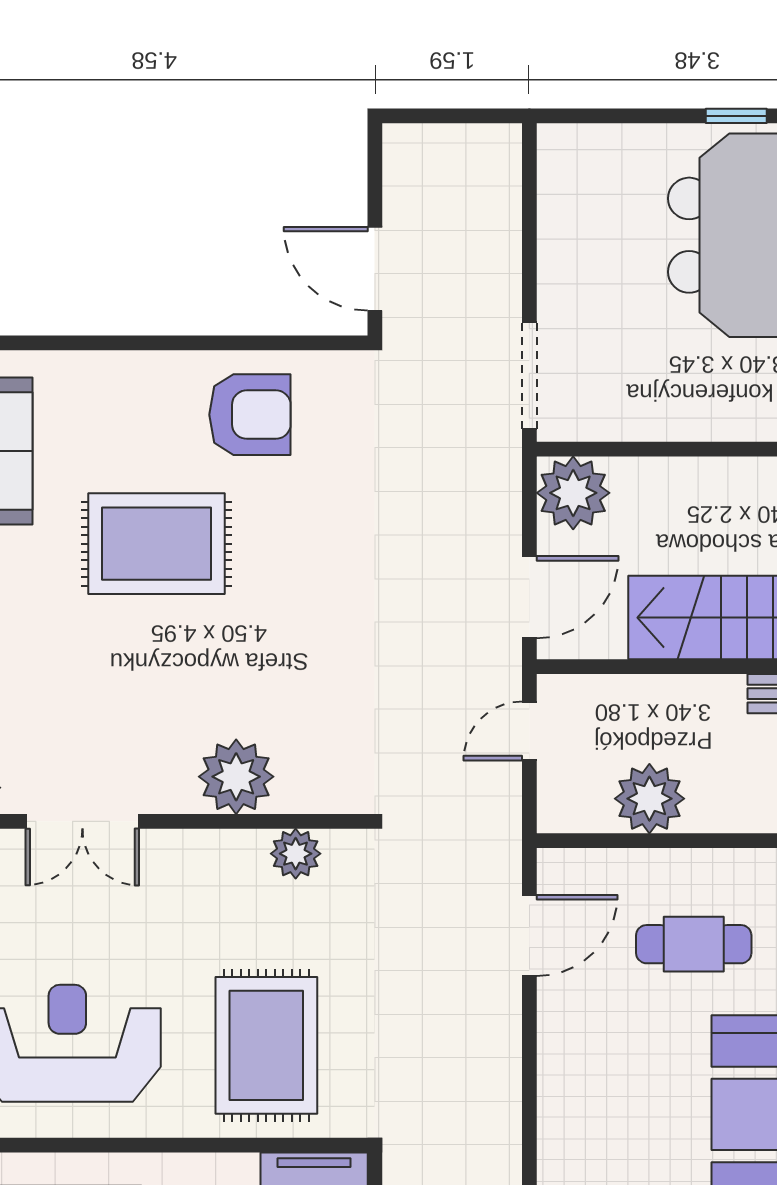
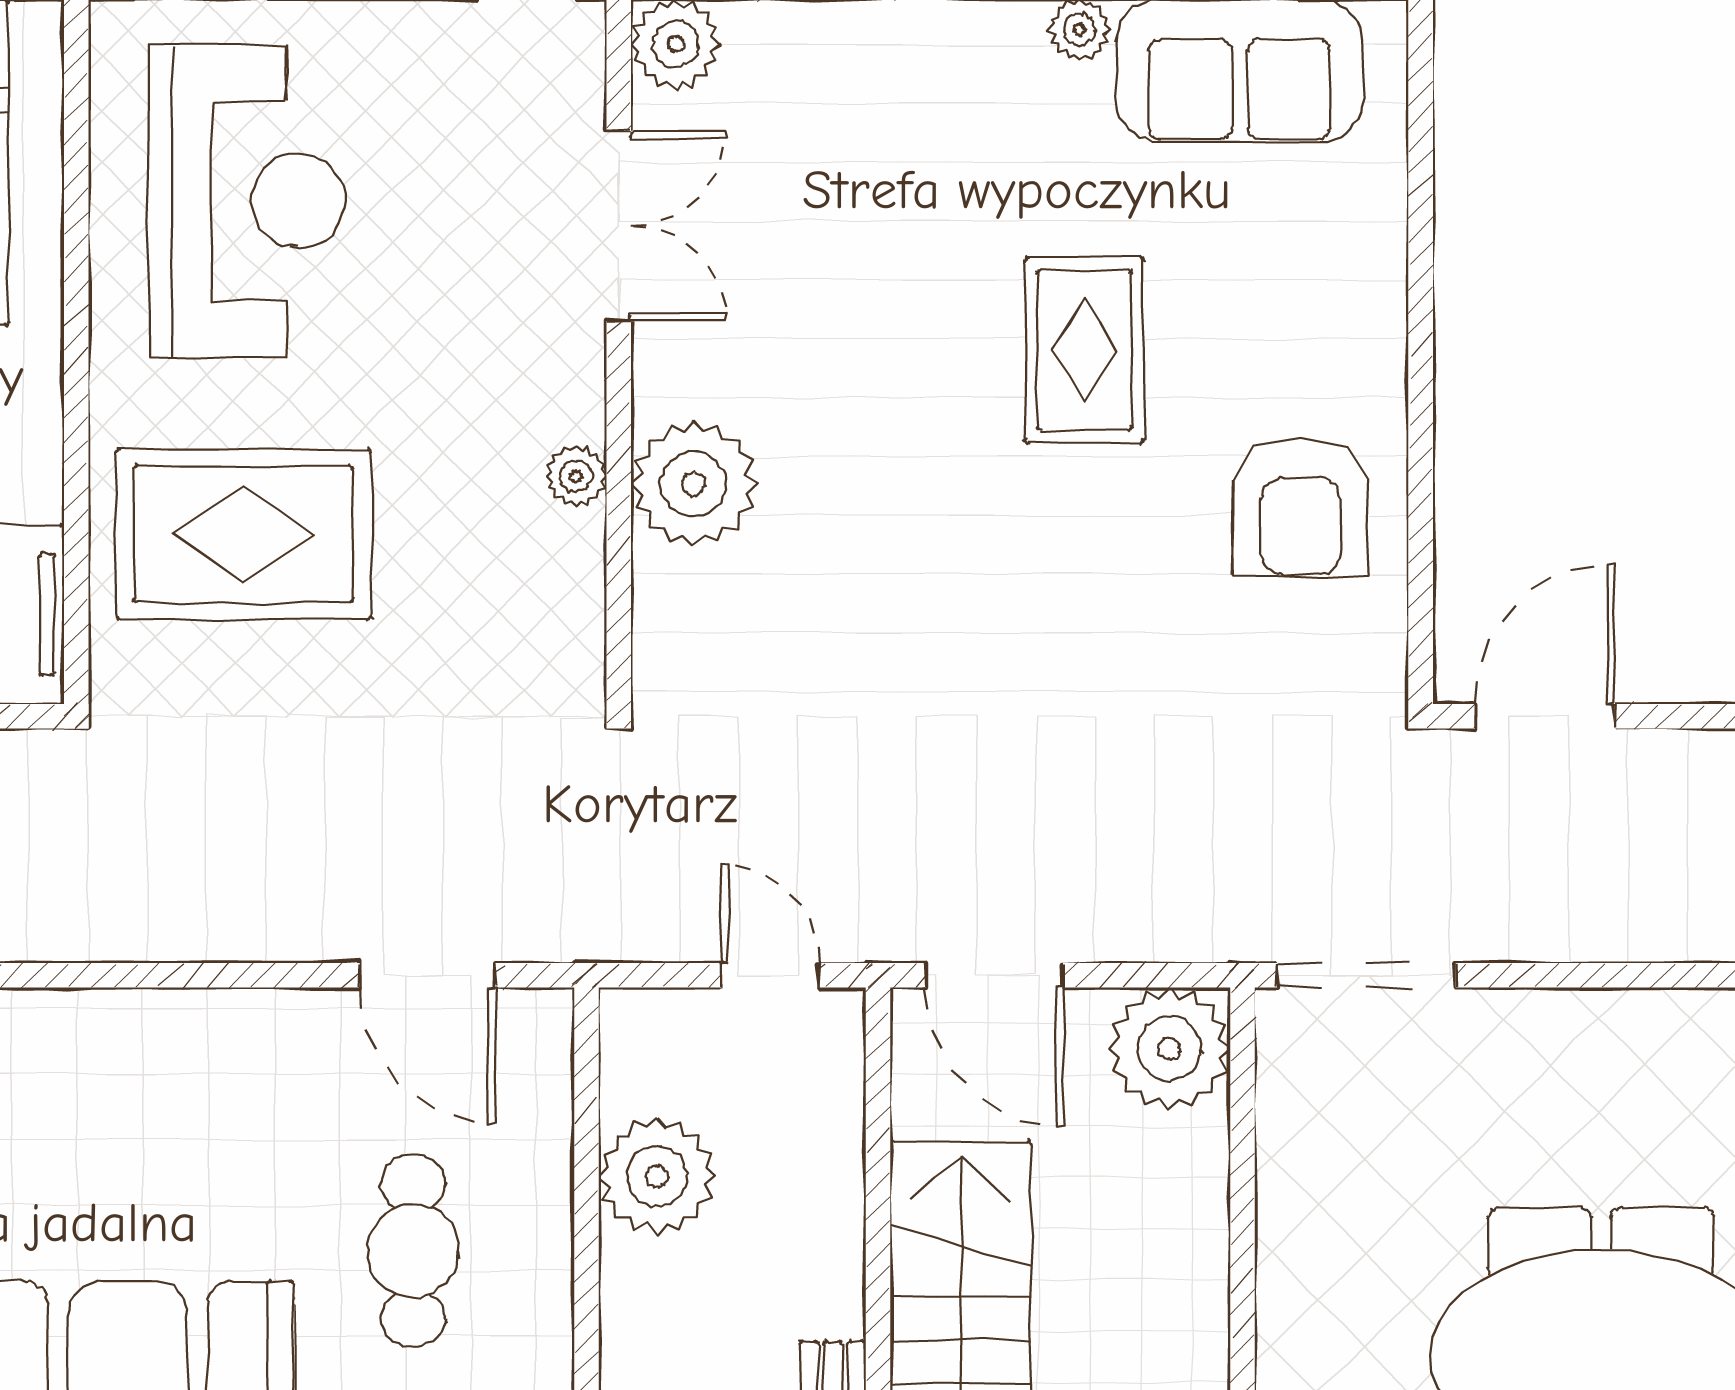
rug: (156, 544) -> (1084, 350), width x0.73, depth x0.70
double door: (82, 821) -> (619, 226), swing flipped
plant: (296, 854) -> (576, 476), moved, width x0.73, depth x0.73

